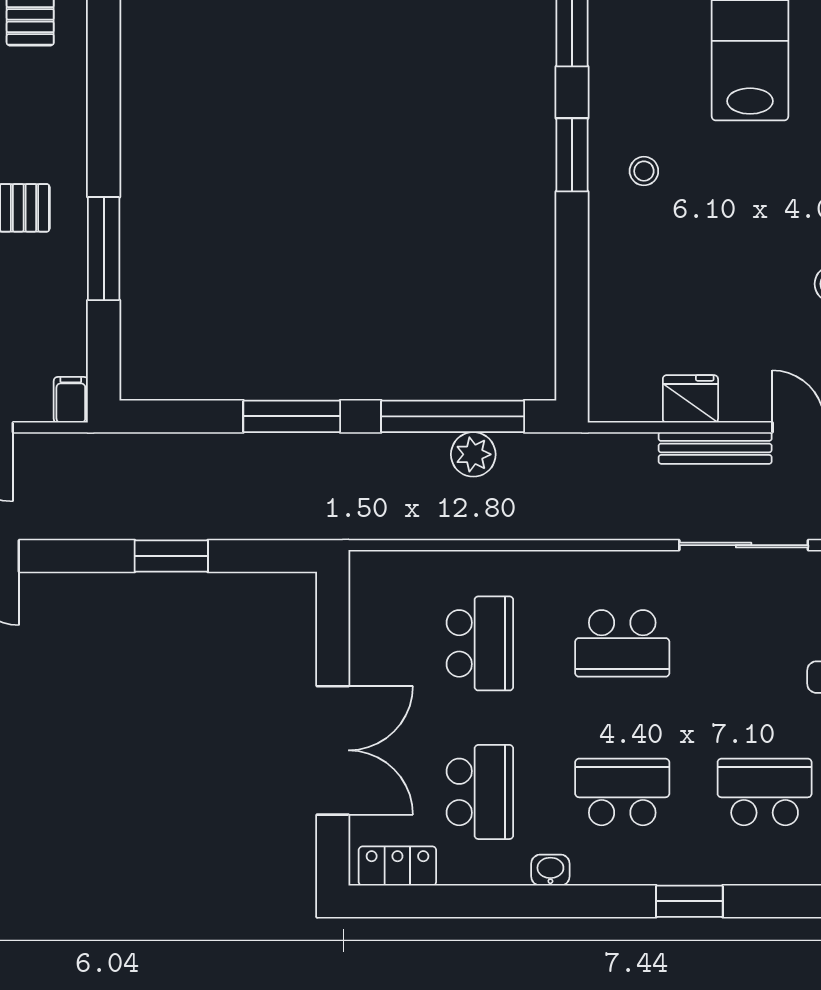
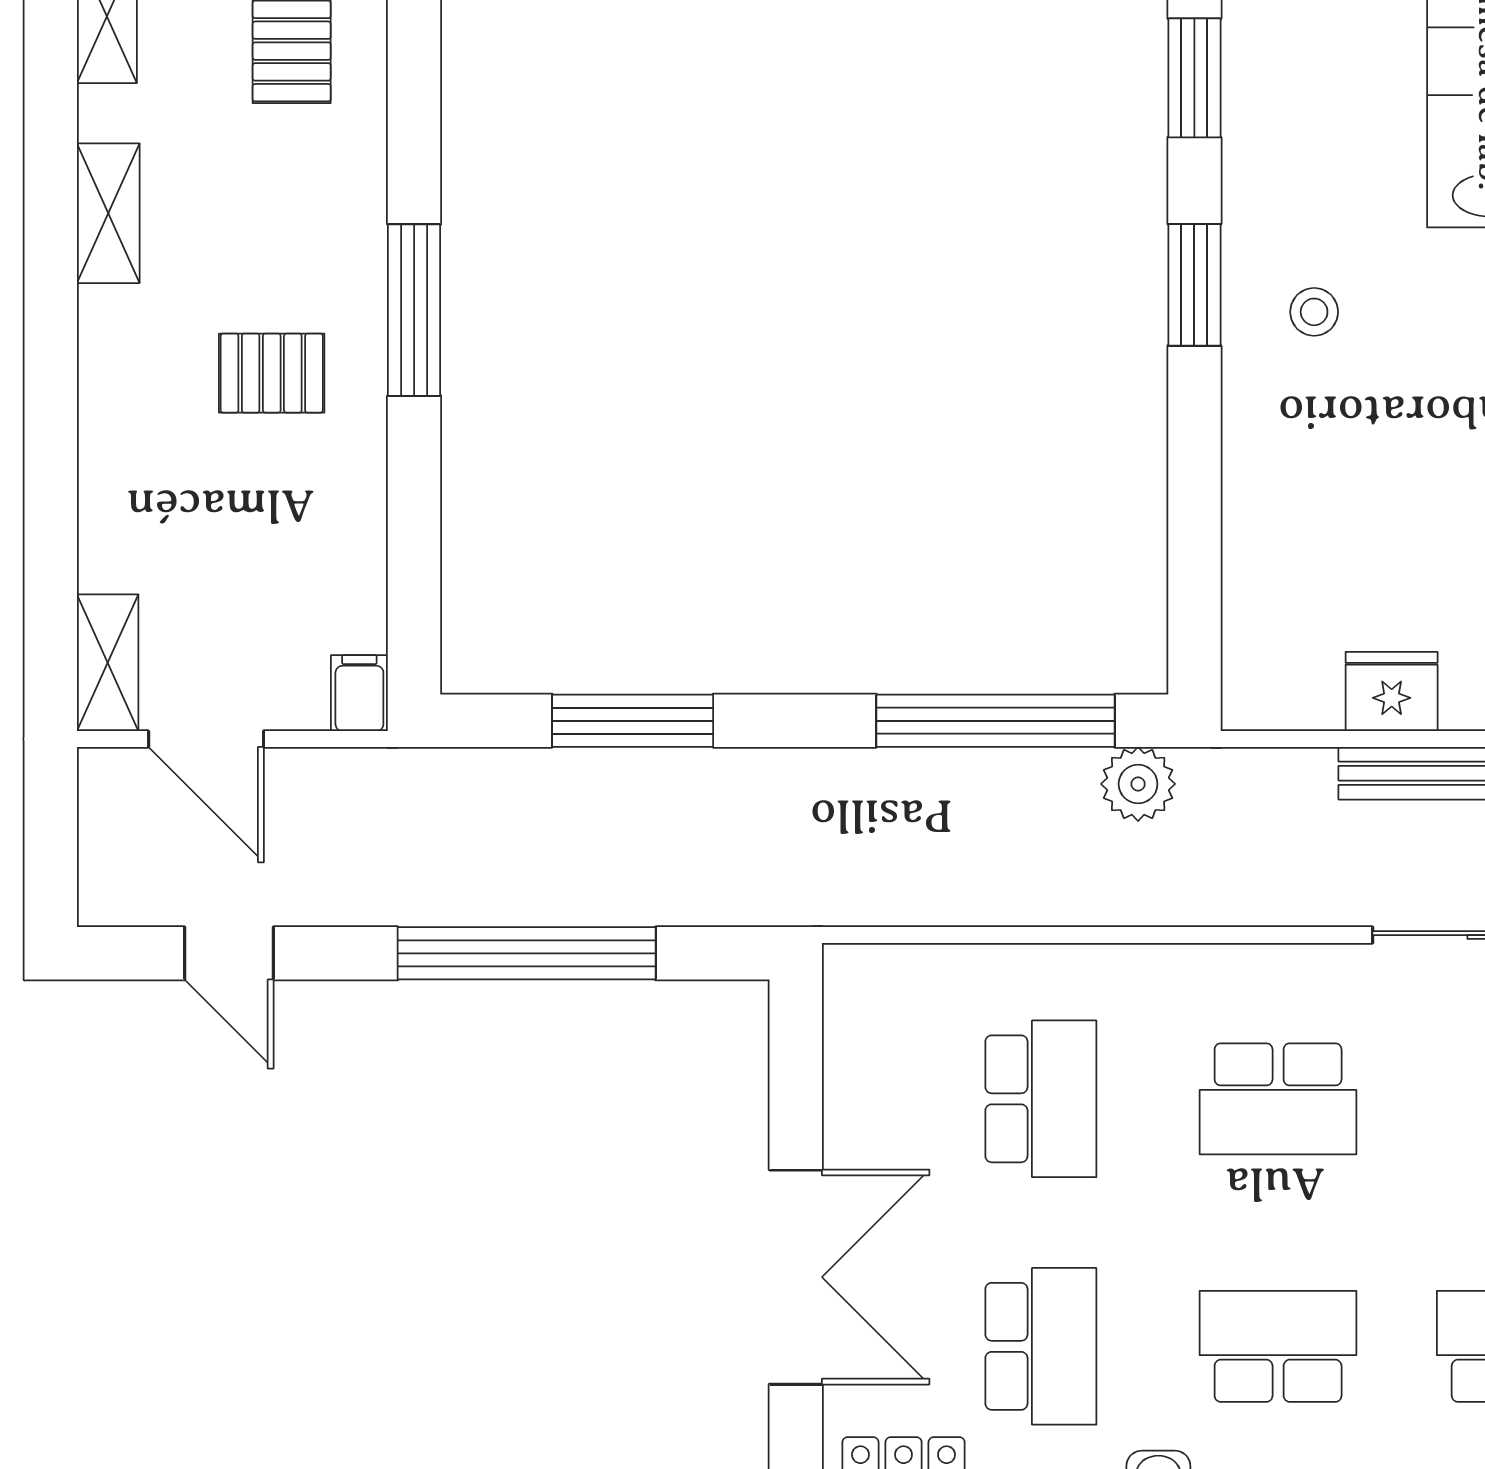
window: (104, 249) -> (414, 310), moved
window: (292, 416) -> (633, 721), moved
plant: (473, 454) -> (1138, 784), moved
window: (171, 556) -> (527, 953), width x2.11

